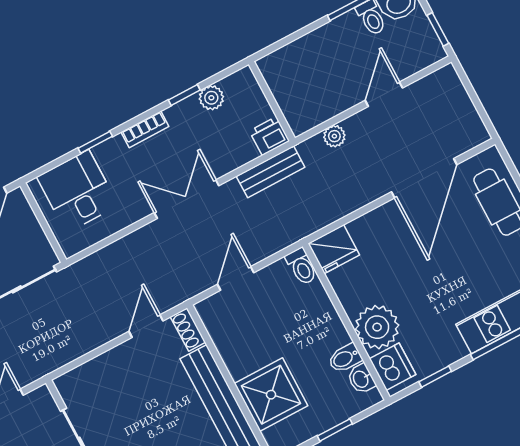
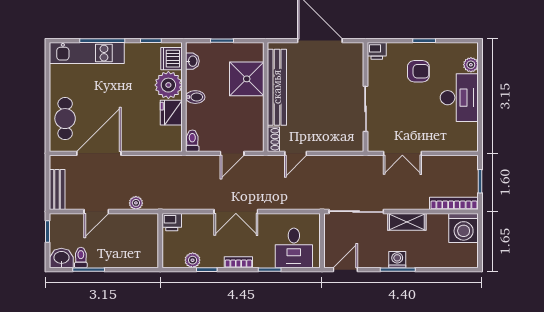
bench: (271, 172) -> (57, 190), moved, turned 90
fridge: (334, 249) -> (171, 113), moved, turned -90
bidet: (345, 358) -> (195, 97), moved

